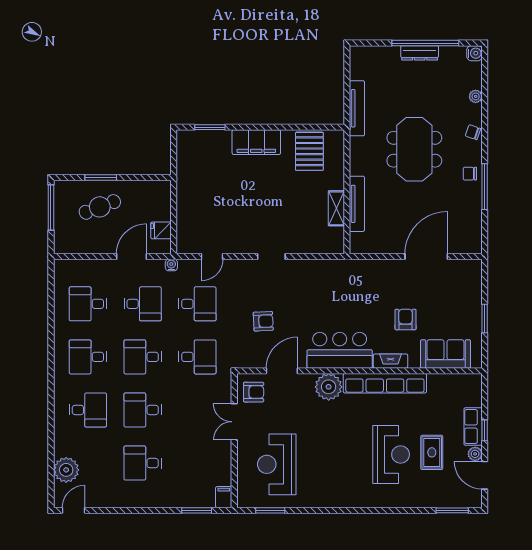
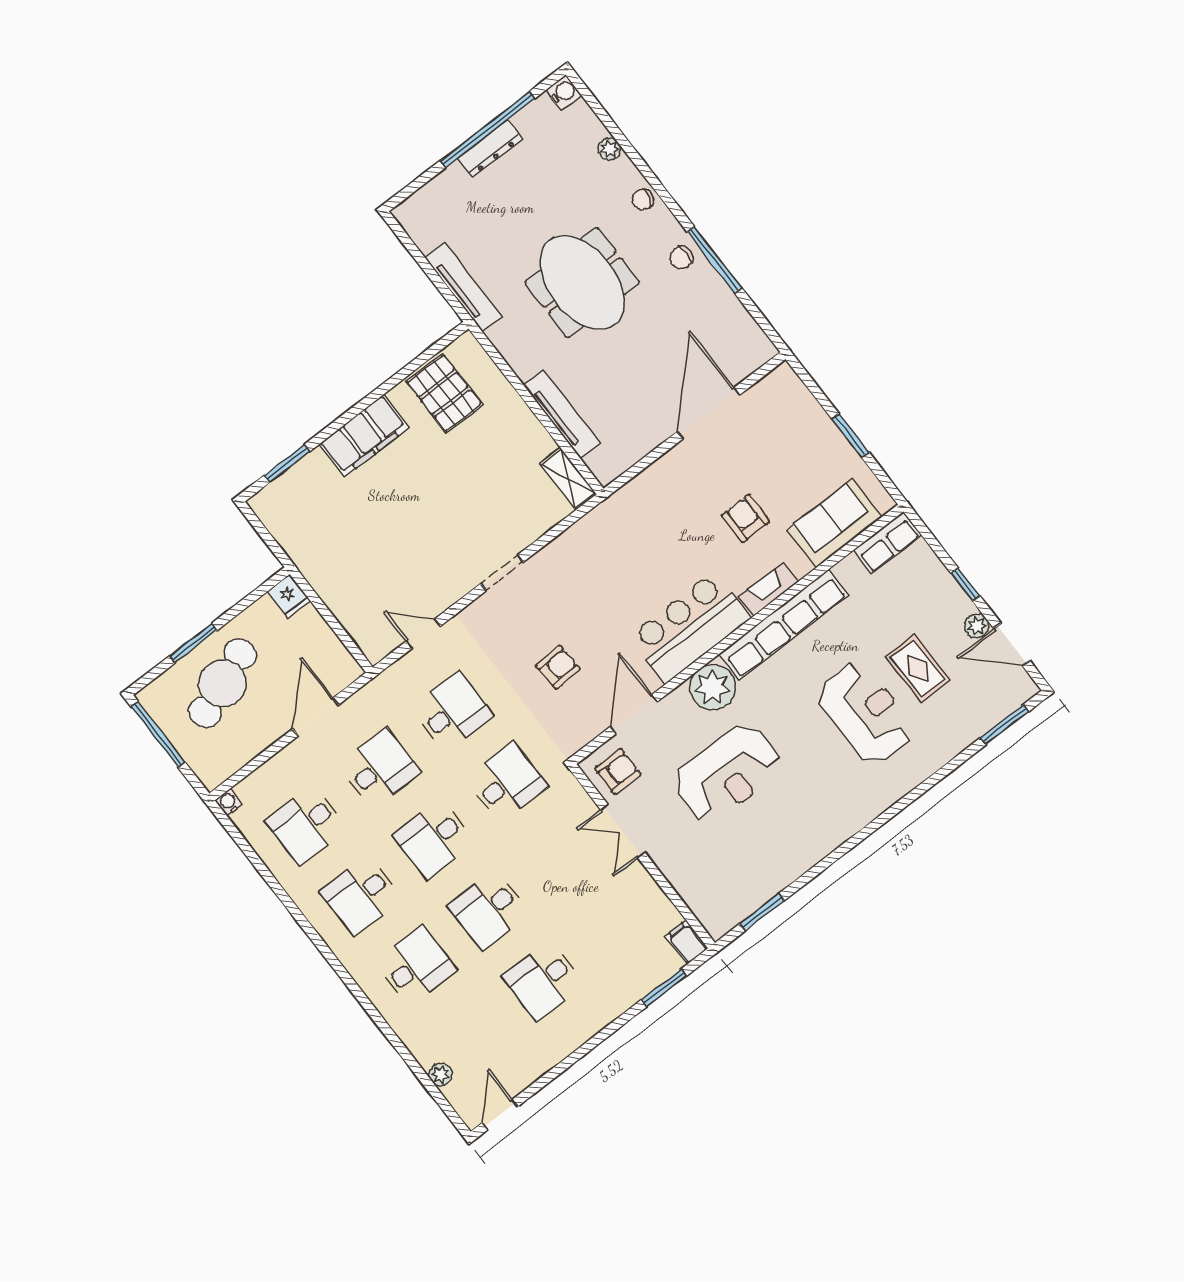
cafe table: (100, 207) -> (222, 683), width x1.37, depth x1.35
shelving: (336, 208) -> (568, 479), moved
fridge: (161, 230) -> (289, 596), moved, turned -90
door: (212, 257) -> (423, 634), swing flipped
water cooler: (171, 265) -> (229, 802), moved
row of seats: (473, 427) -> (888, 543), moved, turned -90
reception desk: (277, 464) -> (727, 773), moved, turned -90
plant: (66, 470) -> (441, 1074), width x0.53, depth x0.53

